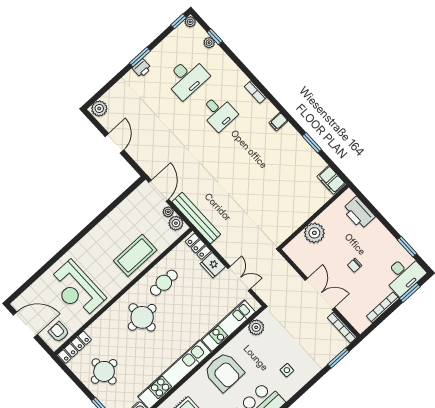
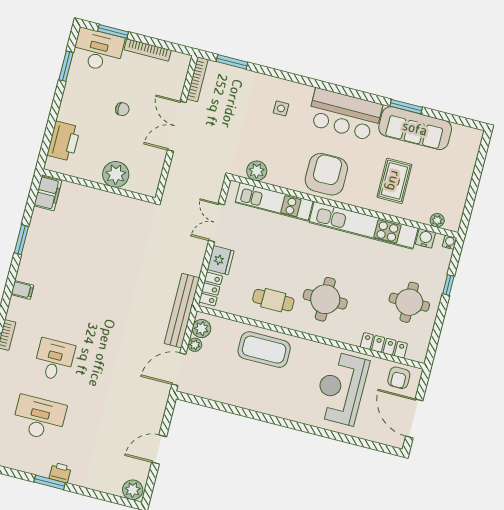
reception desk: (77, 290) -> (341, 388), turned 180
locker: (75, 347) -> (384, 345), moved

